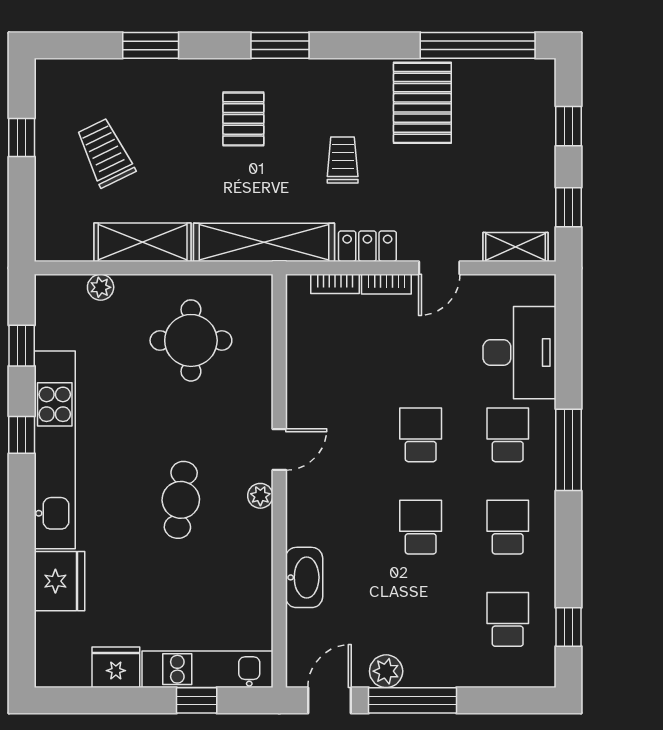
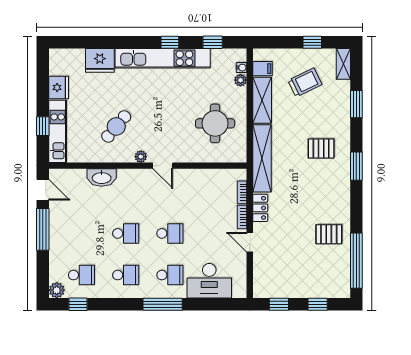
pallet: (422, 103) -> (329, 234), width x0.67, depth x0.71
trolley: (343, 160) -> (301, 196), removed
filing cabinet: (77, 241) -> (262, 69), added
shelving: (516, 247) -> (343, 64), moved
water cooler: (74, 285) -> (242, 68), added
cafe table: (181, 500) -> (116, 126), moved, turned -57
plant: (386, 671) -> (57, 290), moved

